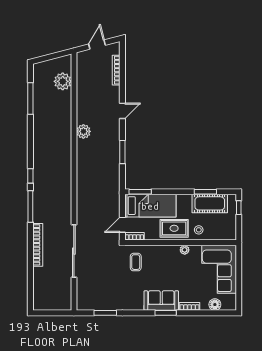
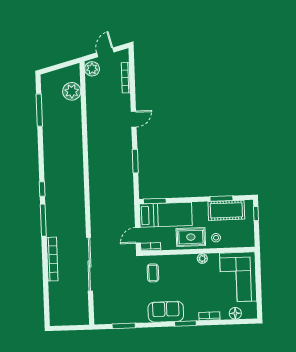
plant: (83, 131) -> (92, 69), moved
sofa: (161, 301) -> (166, 312), moved

